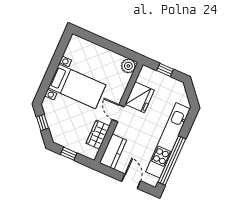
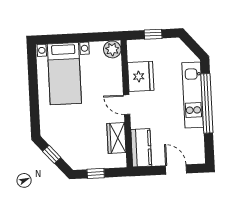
bed with nightstands: (77, 86) -> (64, 74), moved, turned 90
kitchen unit: (168, 140) -> (193, 95), width x0.73
window: (172, 160) -> (207, 103), moved

